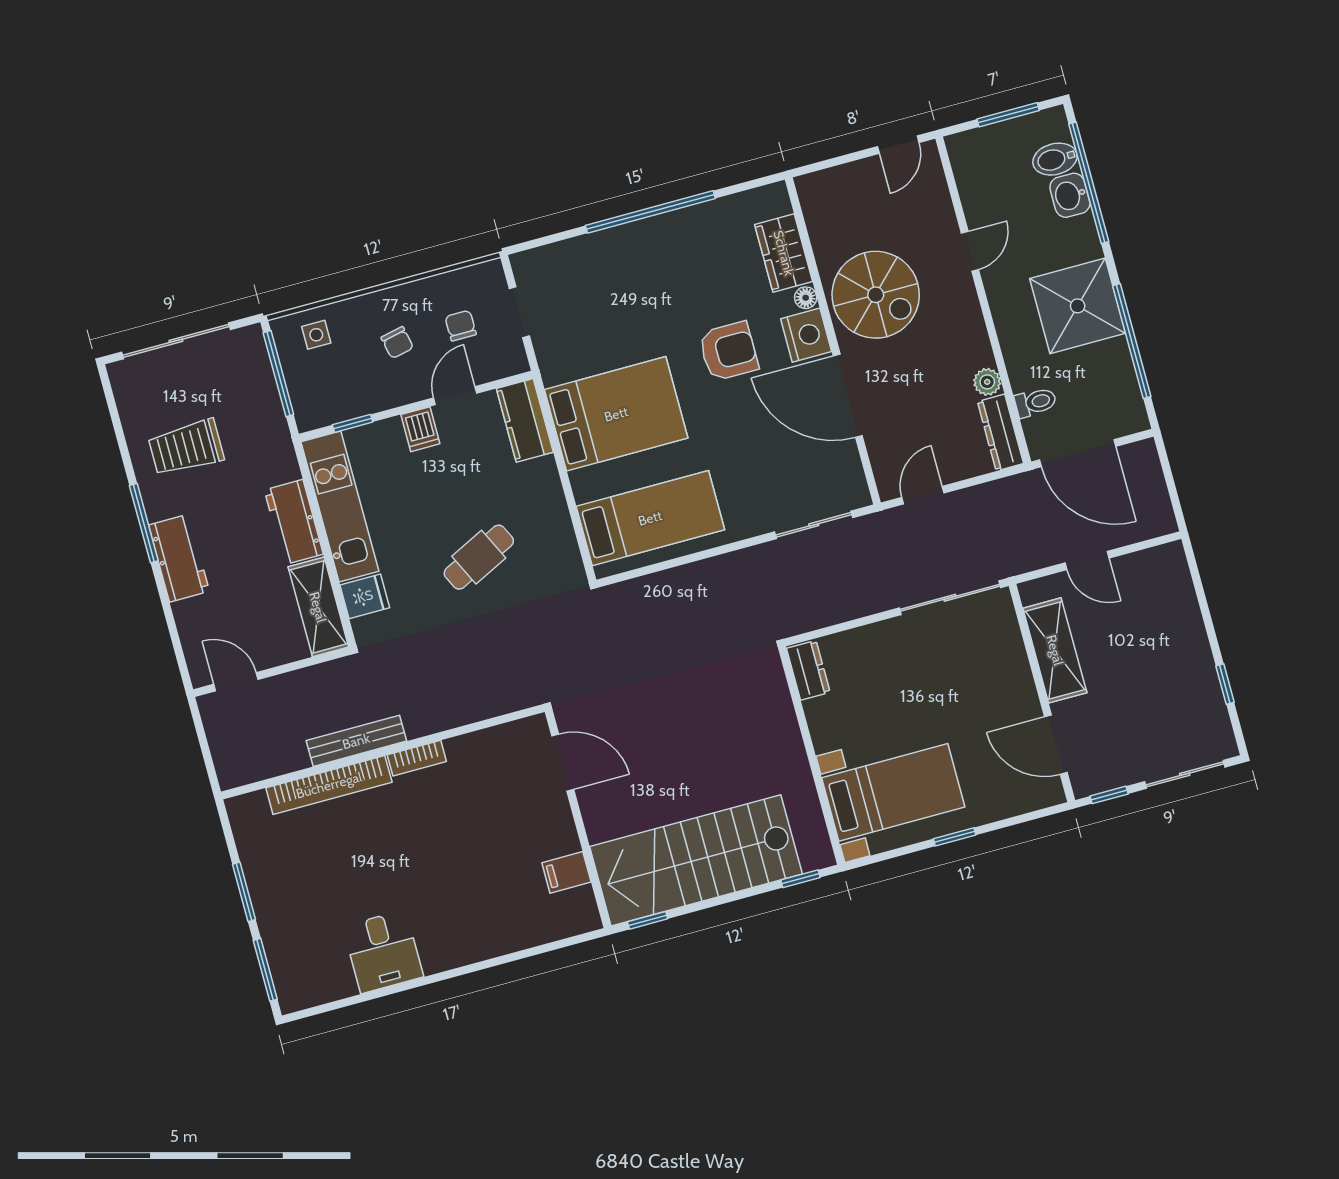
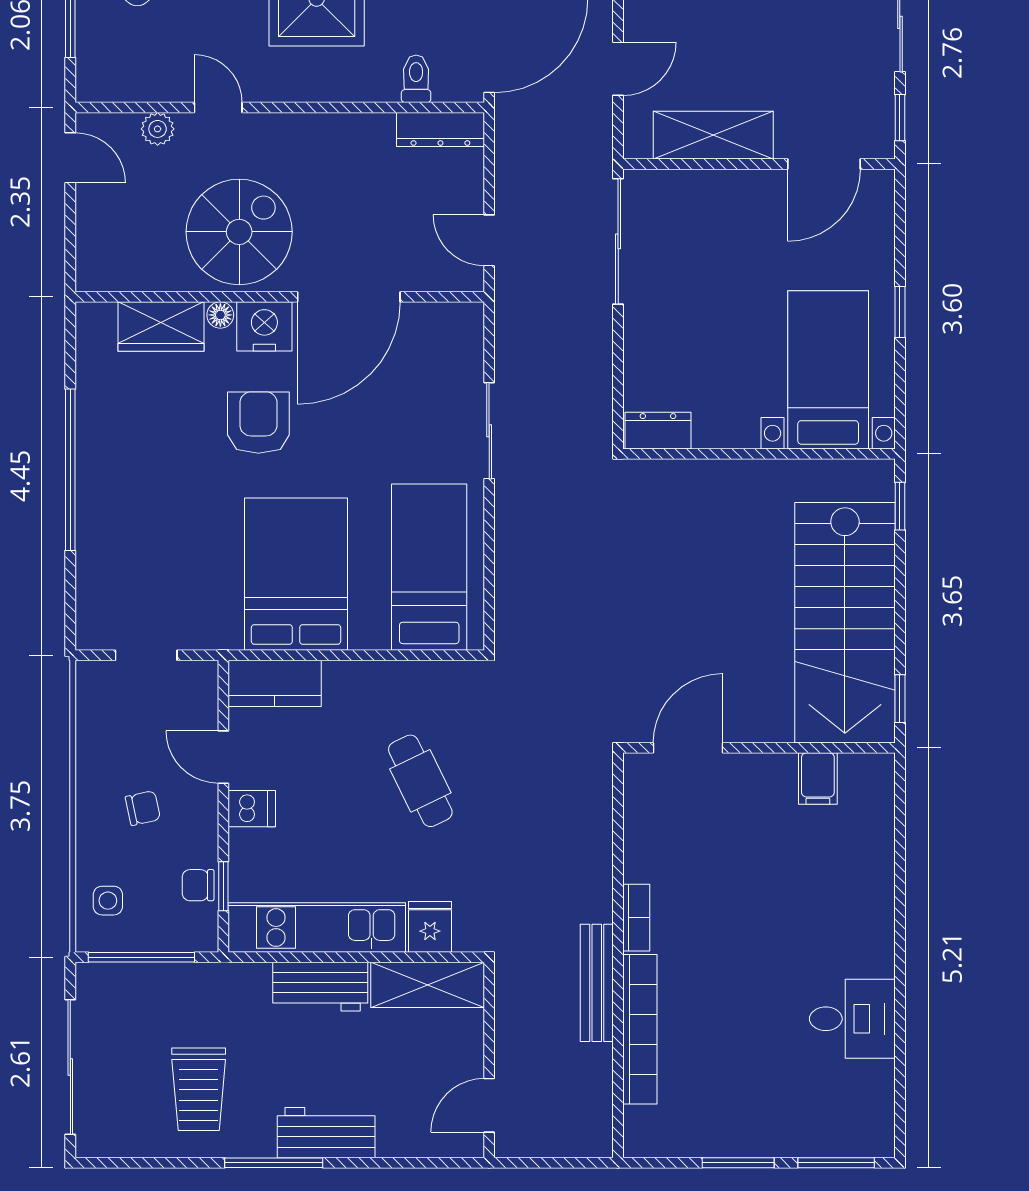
chair: (461, 326) -> (198, 885), moved
plant: (987, 382) -> (158, 129), moved
sliding door: (814, 525) -> (489, 431), moved

